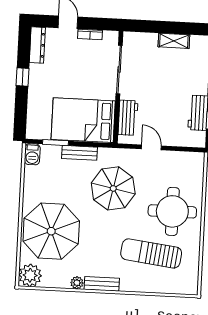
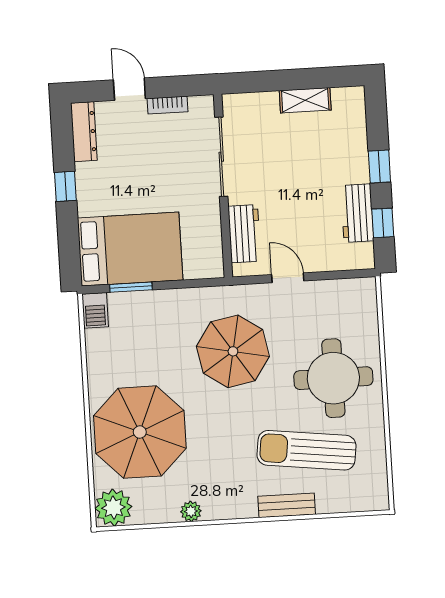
bed: (83, 120) -> (130, 249), moved, turned 180
bench: (80, 153) -> (172, 299), removed
bench: (102, 284) -> (287, 505), moved

